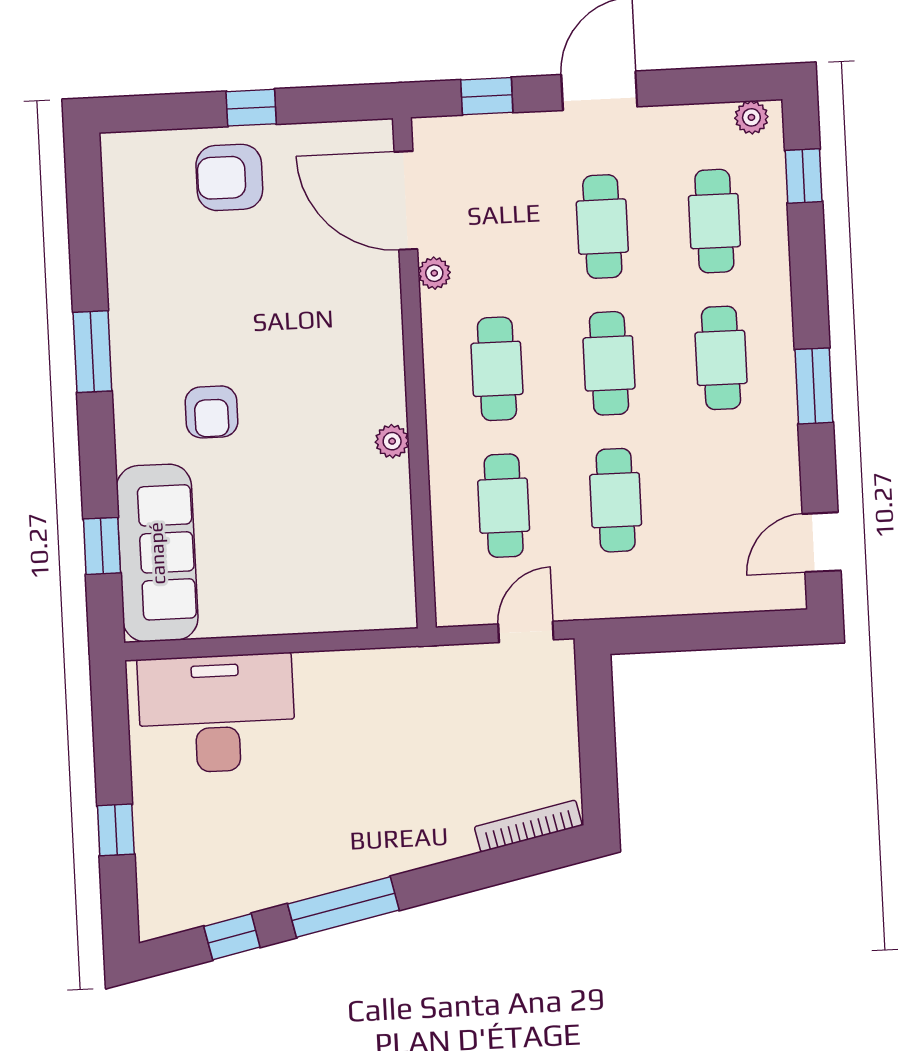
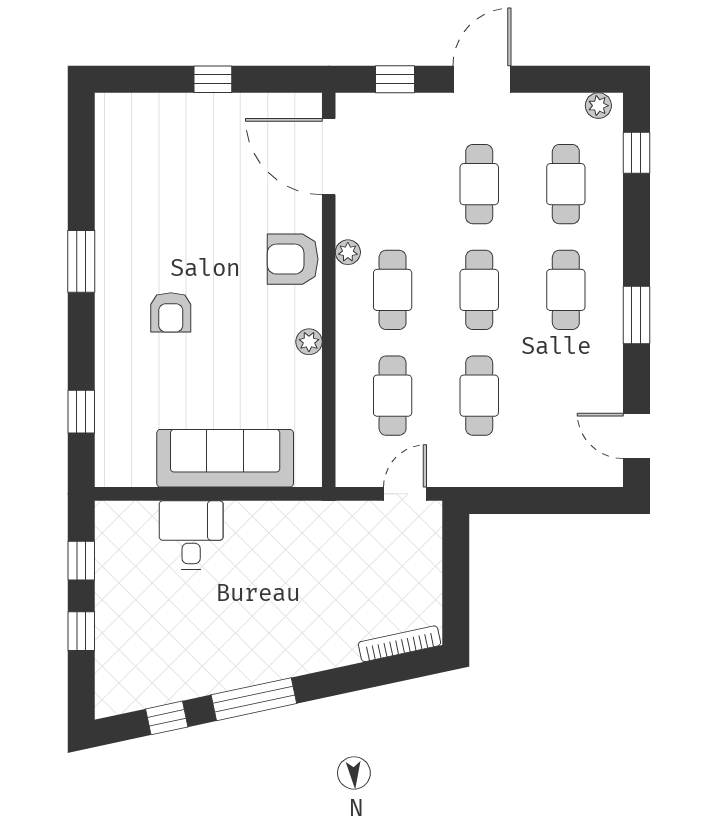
armchair: (229, 177) -> (293, 259), moved
plant: (434, 273) -> (348, 252), moved
door: (822, 542) -> (636, 436), hinge flipped
sofa: (157, 553) -> (225, 458), moved, turned -90
desk: (217, 714) -> (191, 535), width x0.53, depth x0.77
window: (111, 739) -> (81, 561), added

